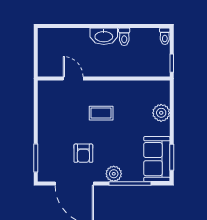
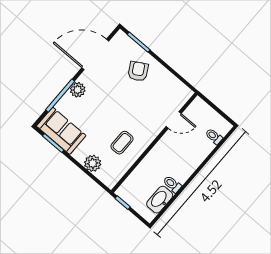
washbasin: (104, 36) -> (160, 200), moved
toilet: (165, 36) -> (214, 136), moved
coffee table: (101, 113) -> (122, 143), moved
armchair: (83, 153) -> (138, 71), moved, turned 60

